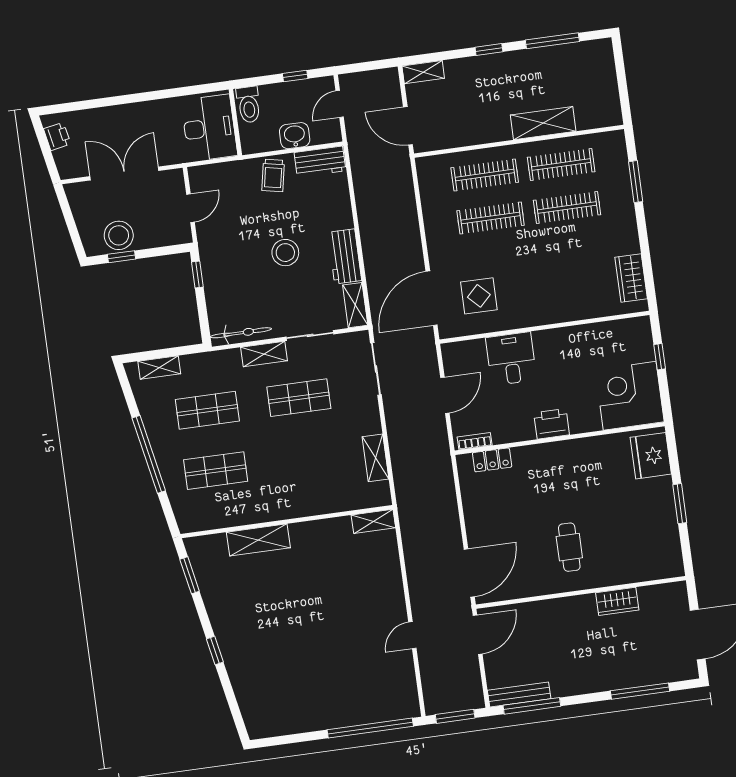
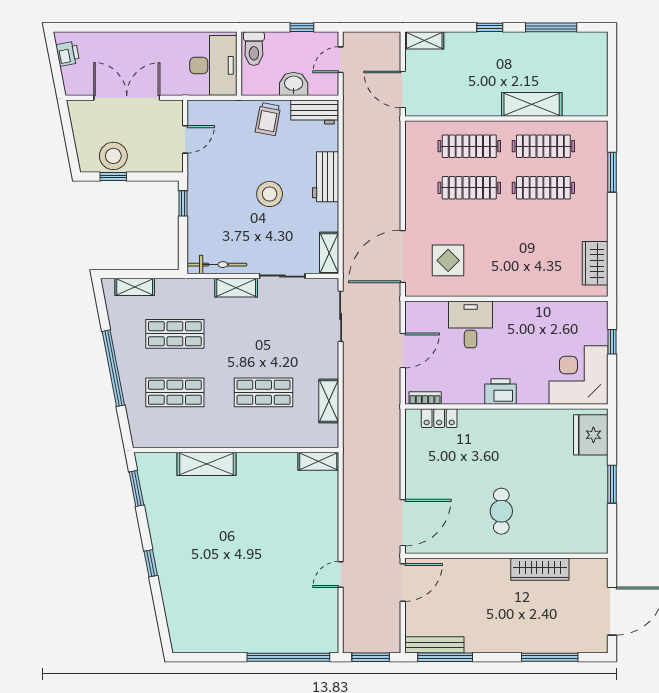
workbench: (345, 256) -> (326, 177), moved
shop shelf: (299, 398) -> (263, 392), moved
wardrobe: (617, 601) -> (540, 569), width x1.50

